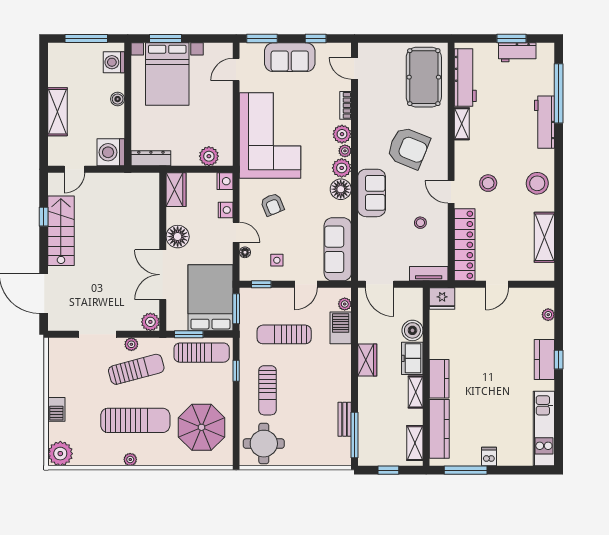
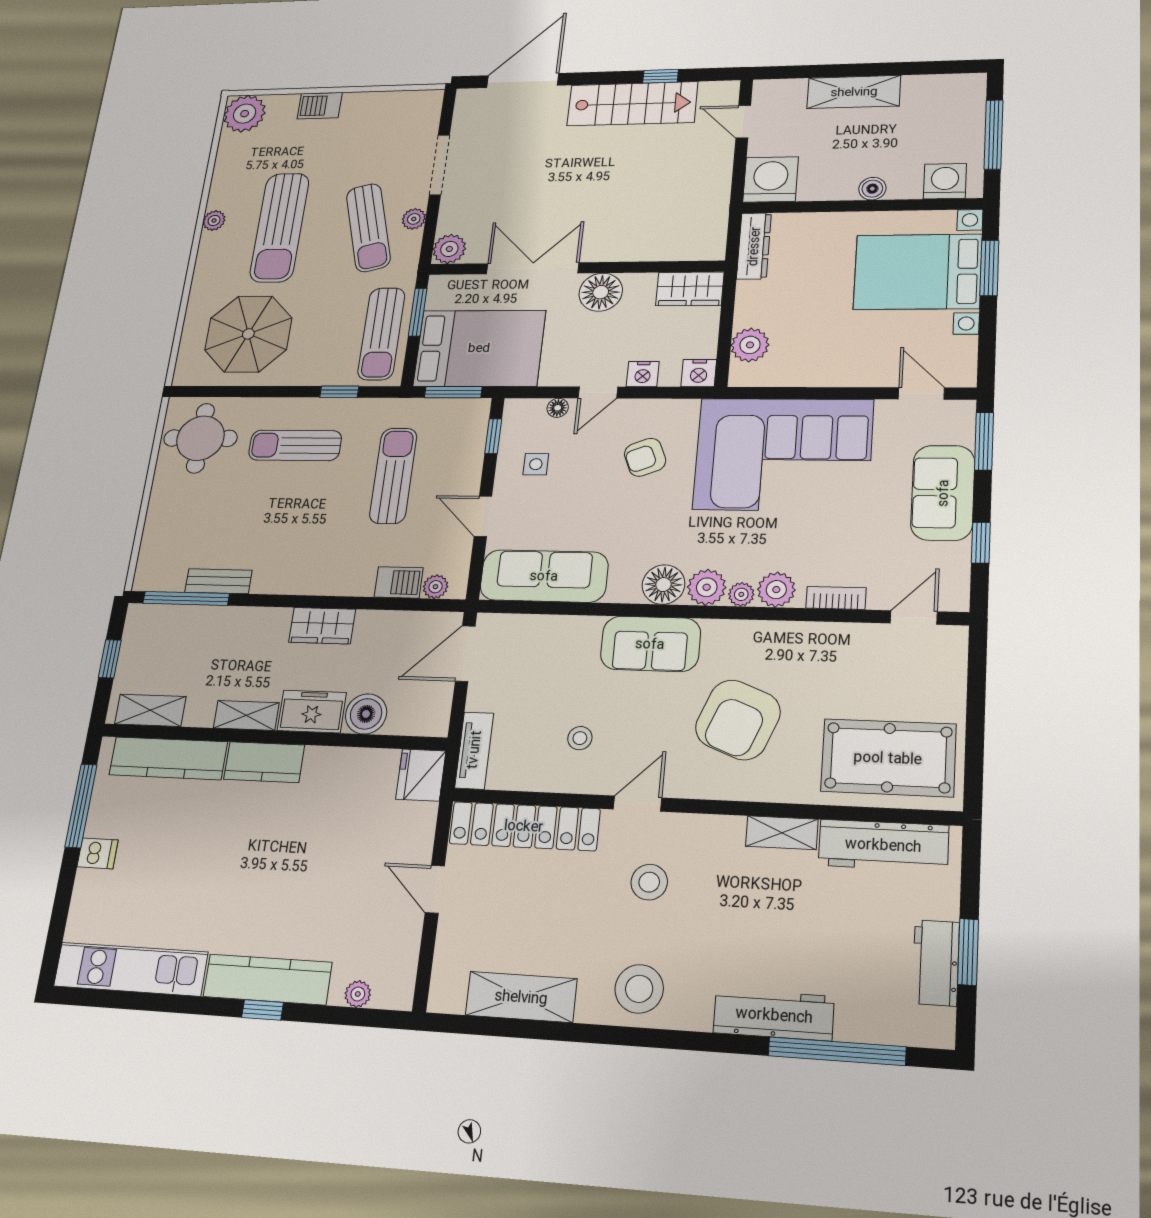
barbecue: (341, 328) -> (399, 582), width x0.73, depth x0.79
kitchen counter: (544, 360) -> (267, 979), width x1.50

